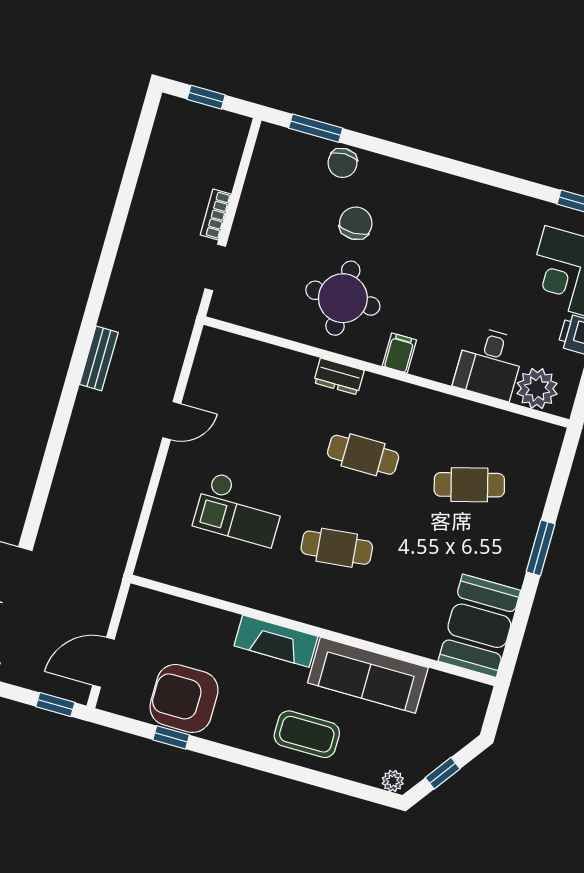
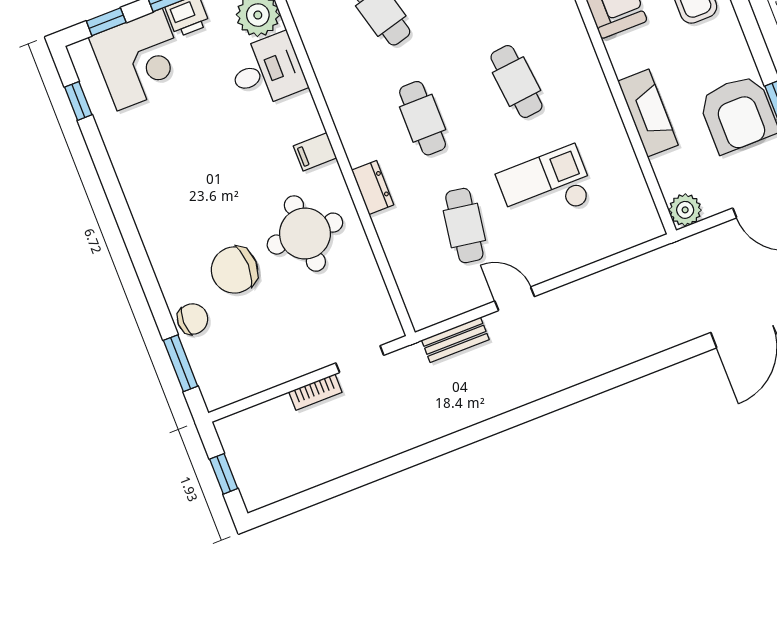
chair: (356, 223) -> (234, 270), width x1.37, depth x1.37
bench: (99, 358) -> (455, 340), moved
cafe table: (257, 425) -> (464, 226), added
checkout: (239, 509) -> (546, 187), turned -90
plant: (141, 602) -> (685, 210), added
fireplace: (276, 641) -> (648, 113), moved

